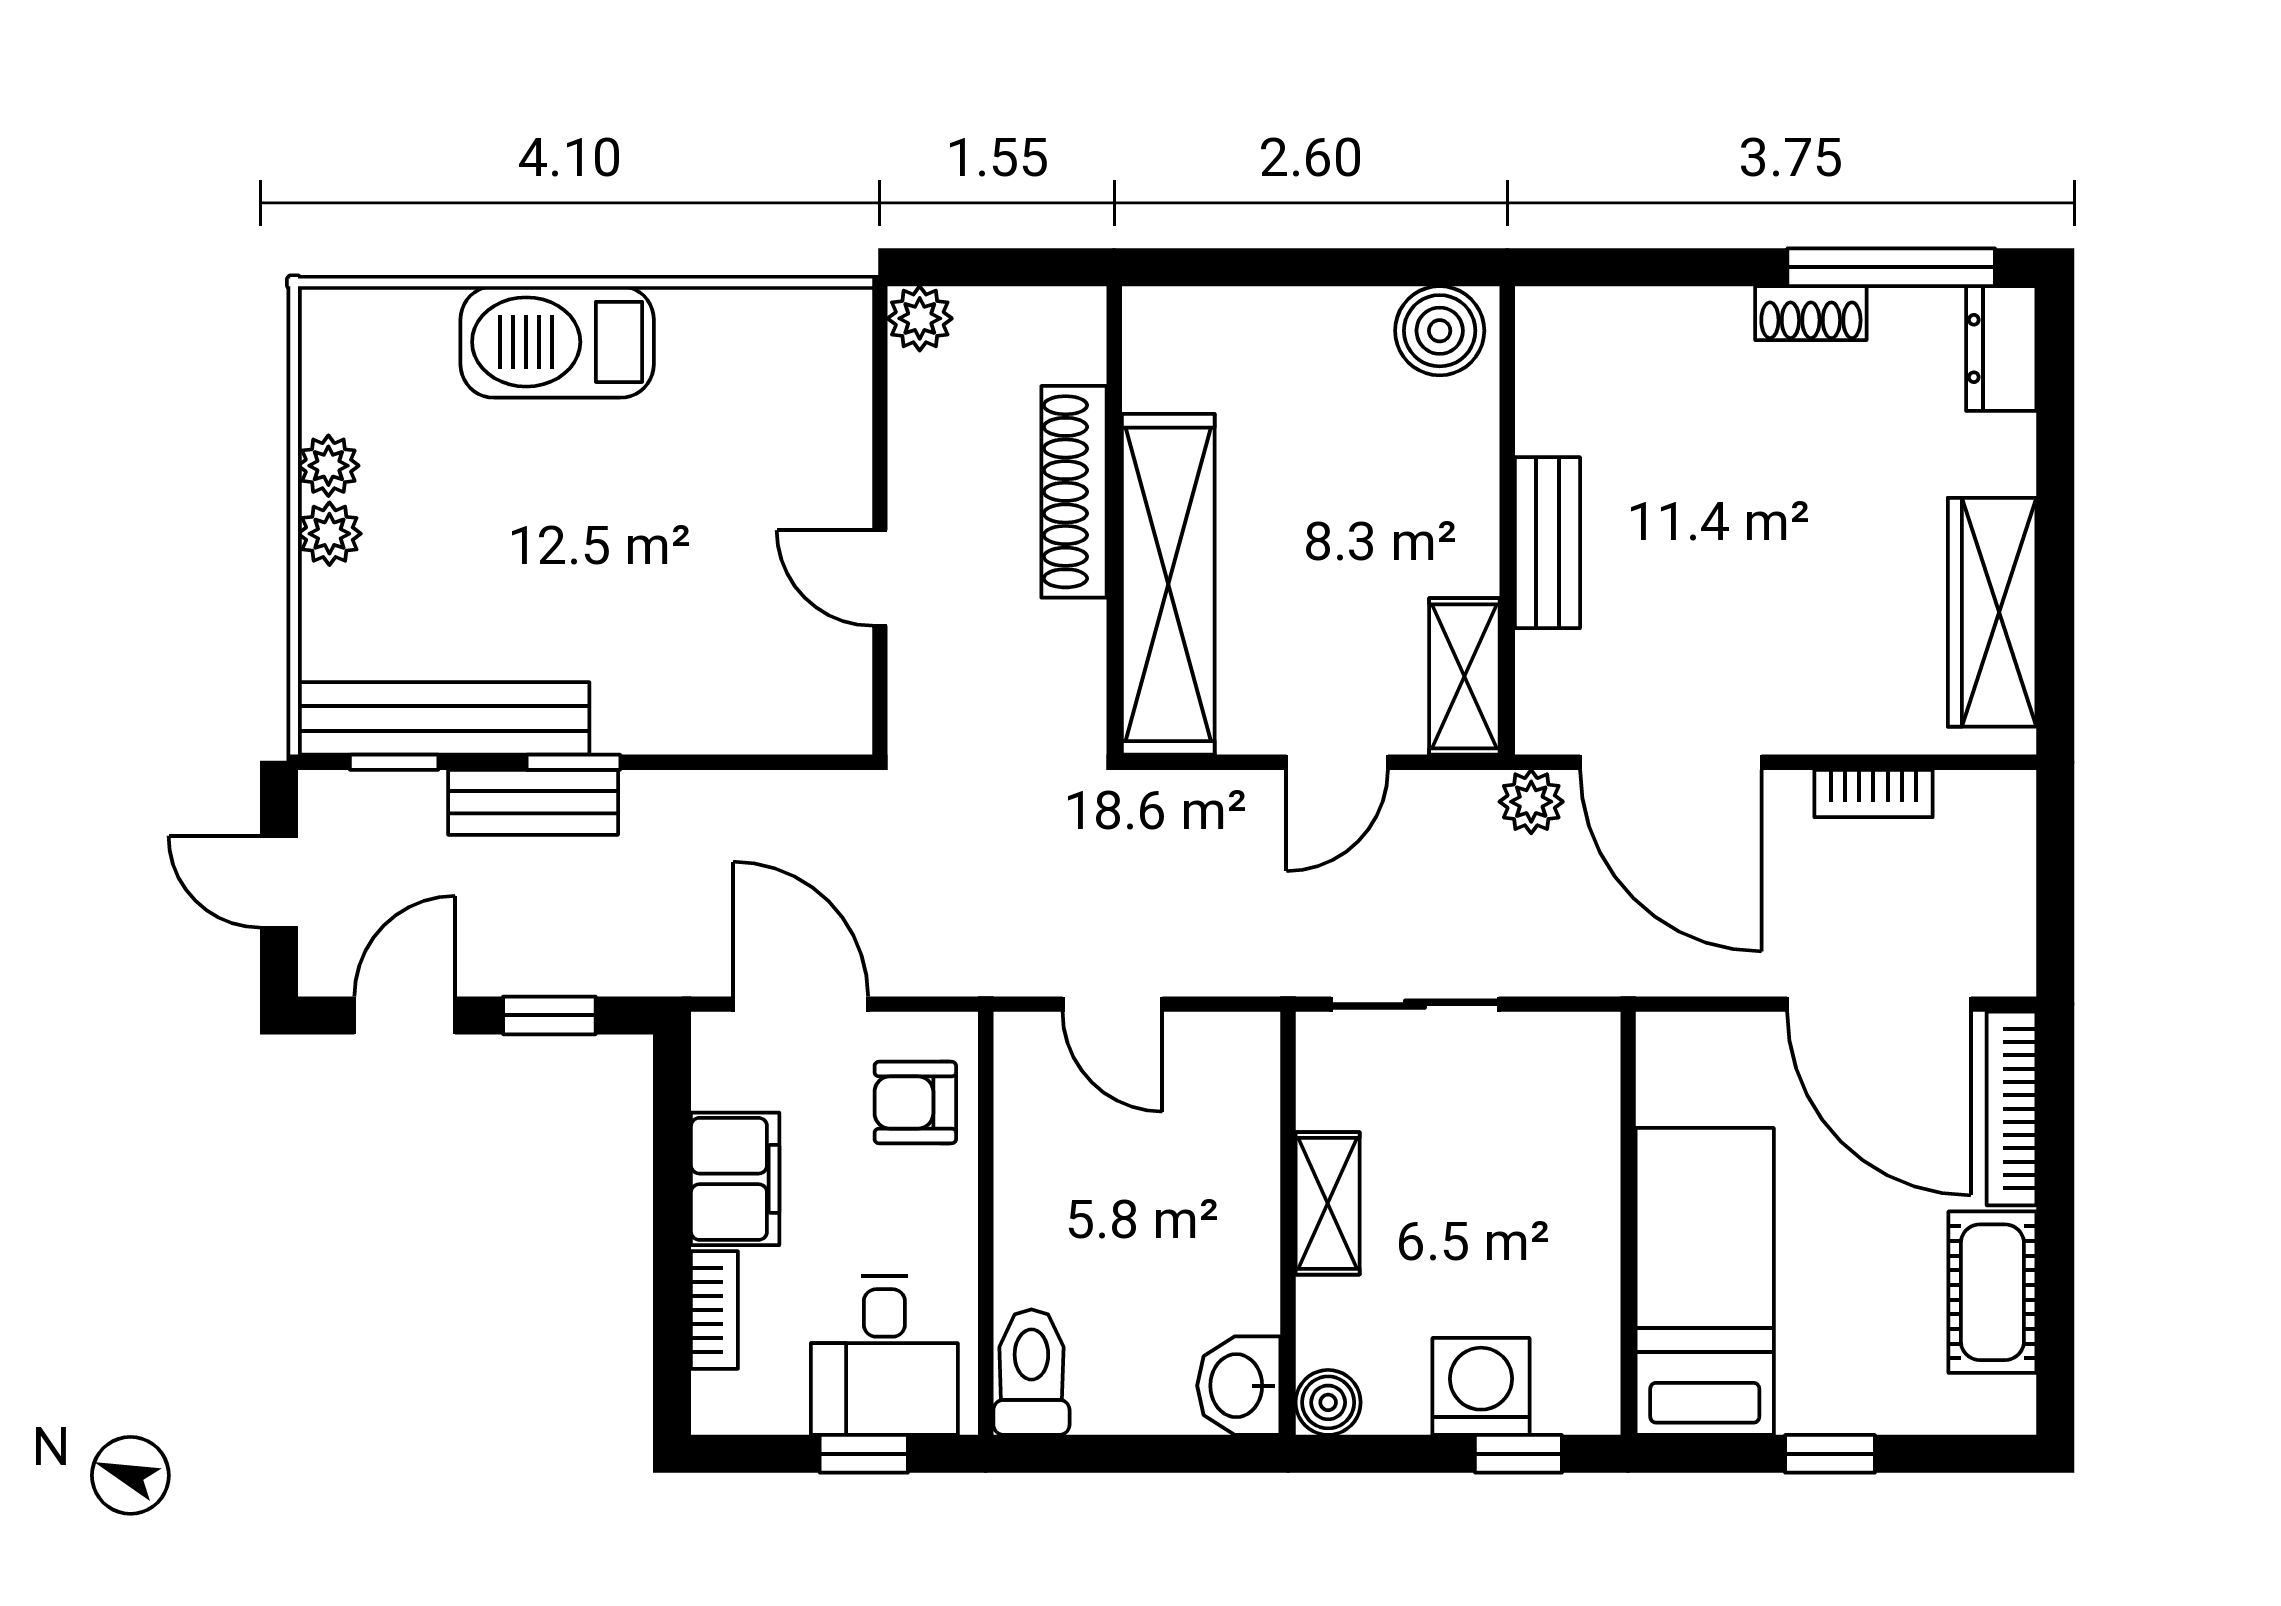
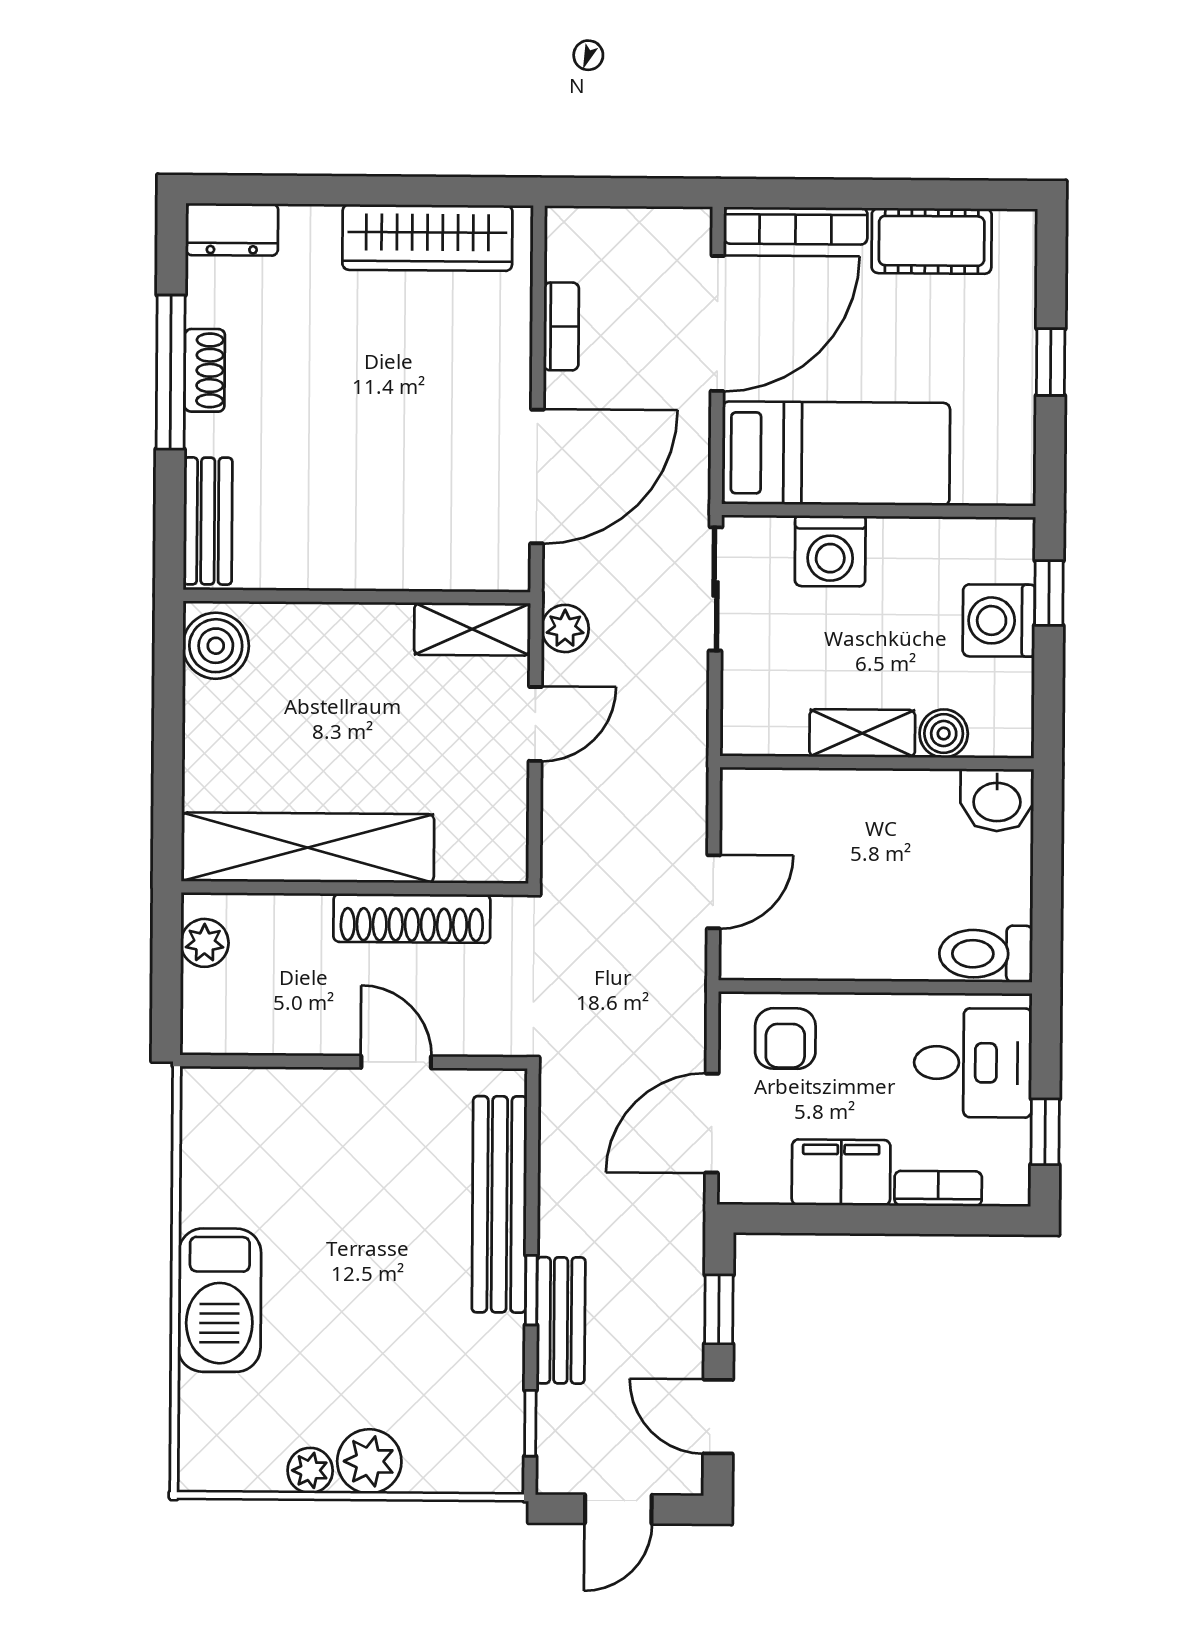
window: (1891, 267) -> (171, 372), moved
plant: (920, 318) -> (205, 943), moved
shoe rack: (1074, 492) -> (412, 918), moved
plant: (329, 534) -> (369, 1461), width x1.38, depth x1.38
bench: (1547, 543) -> (208, 521), moved, turned 90
door: (880, 578) -> (396, 1062), swing flipped
shelving: (1168, 584) -> (308, 848), moved
bench: (444, 718) -> (499, 1204), moved
door: (1337, 762) -> (535, 724), hinge flipped
plant: (1531, 802) -> (565, 628), moved
sliding door: (1415, 1004) -> (716, 589), moved
washing machine: (1573, 1158) -> (830, 551), added
bed: (1705, 1281) -> (836, 453), moved, turned 180
boiler: (1328, 1402) -> (944, 734), moved
window: (864, 1454) -> (1045, 1132), moved

